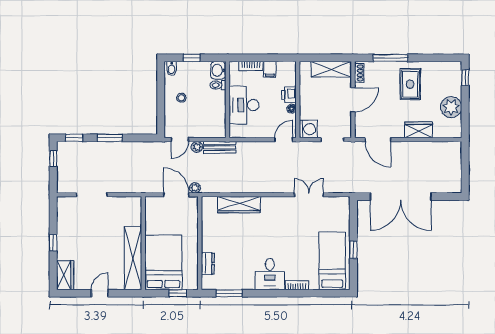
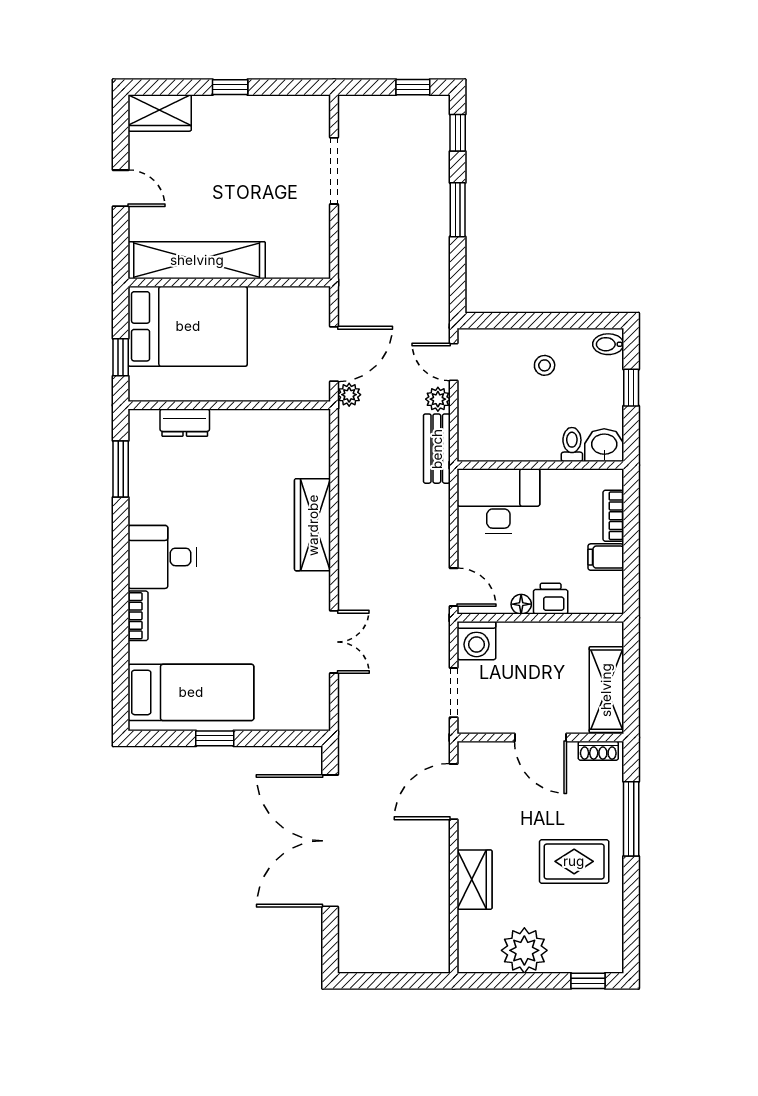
desk: (244, 105) -> (498, 501), moved
wardrobe: (239, 205) -> (313, 525), moved

